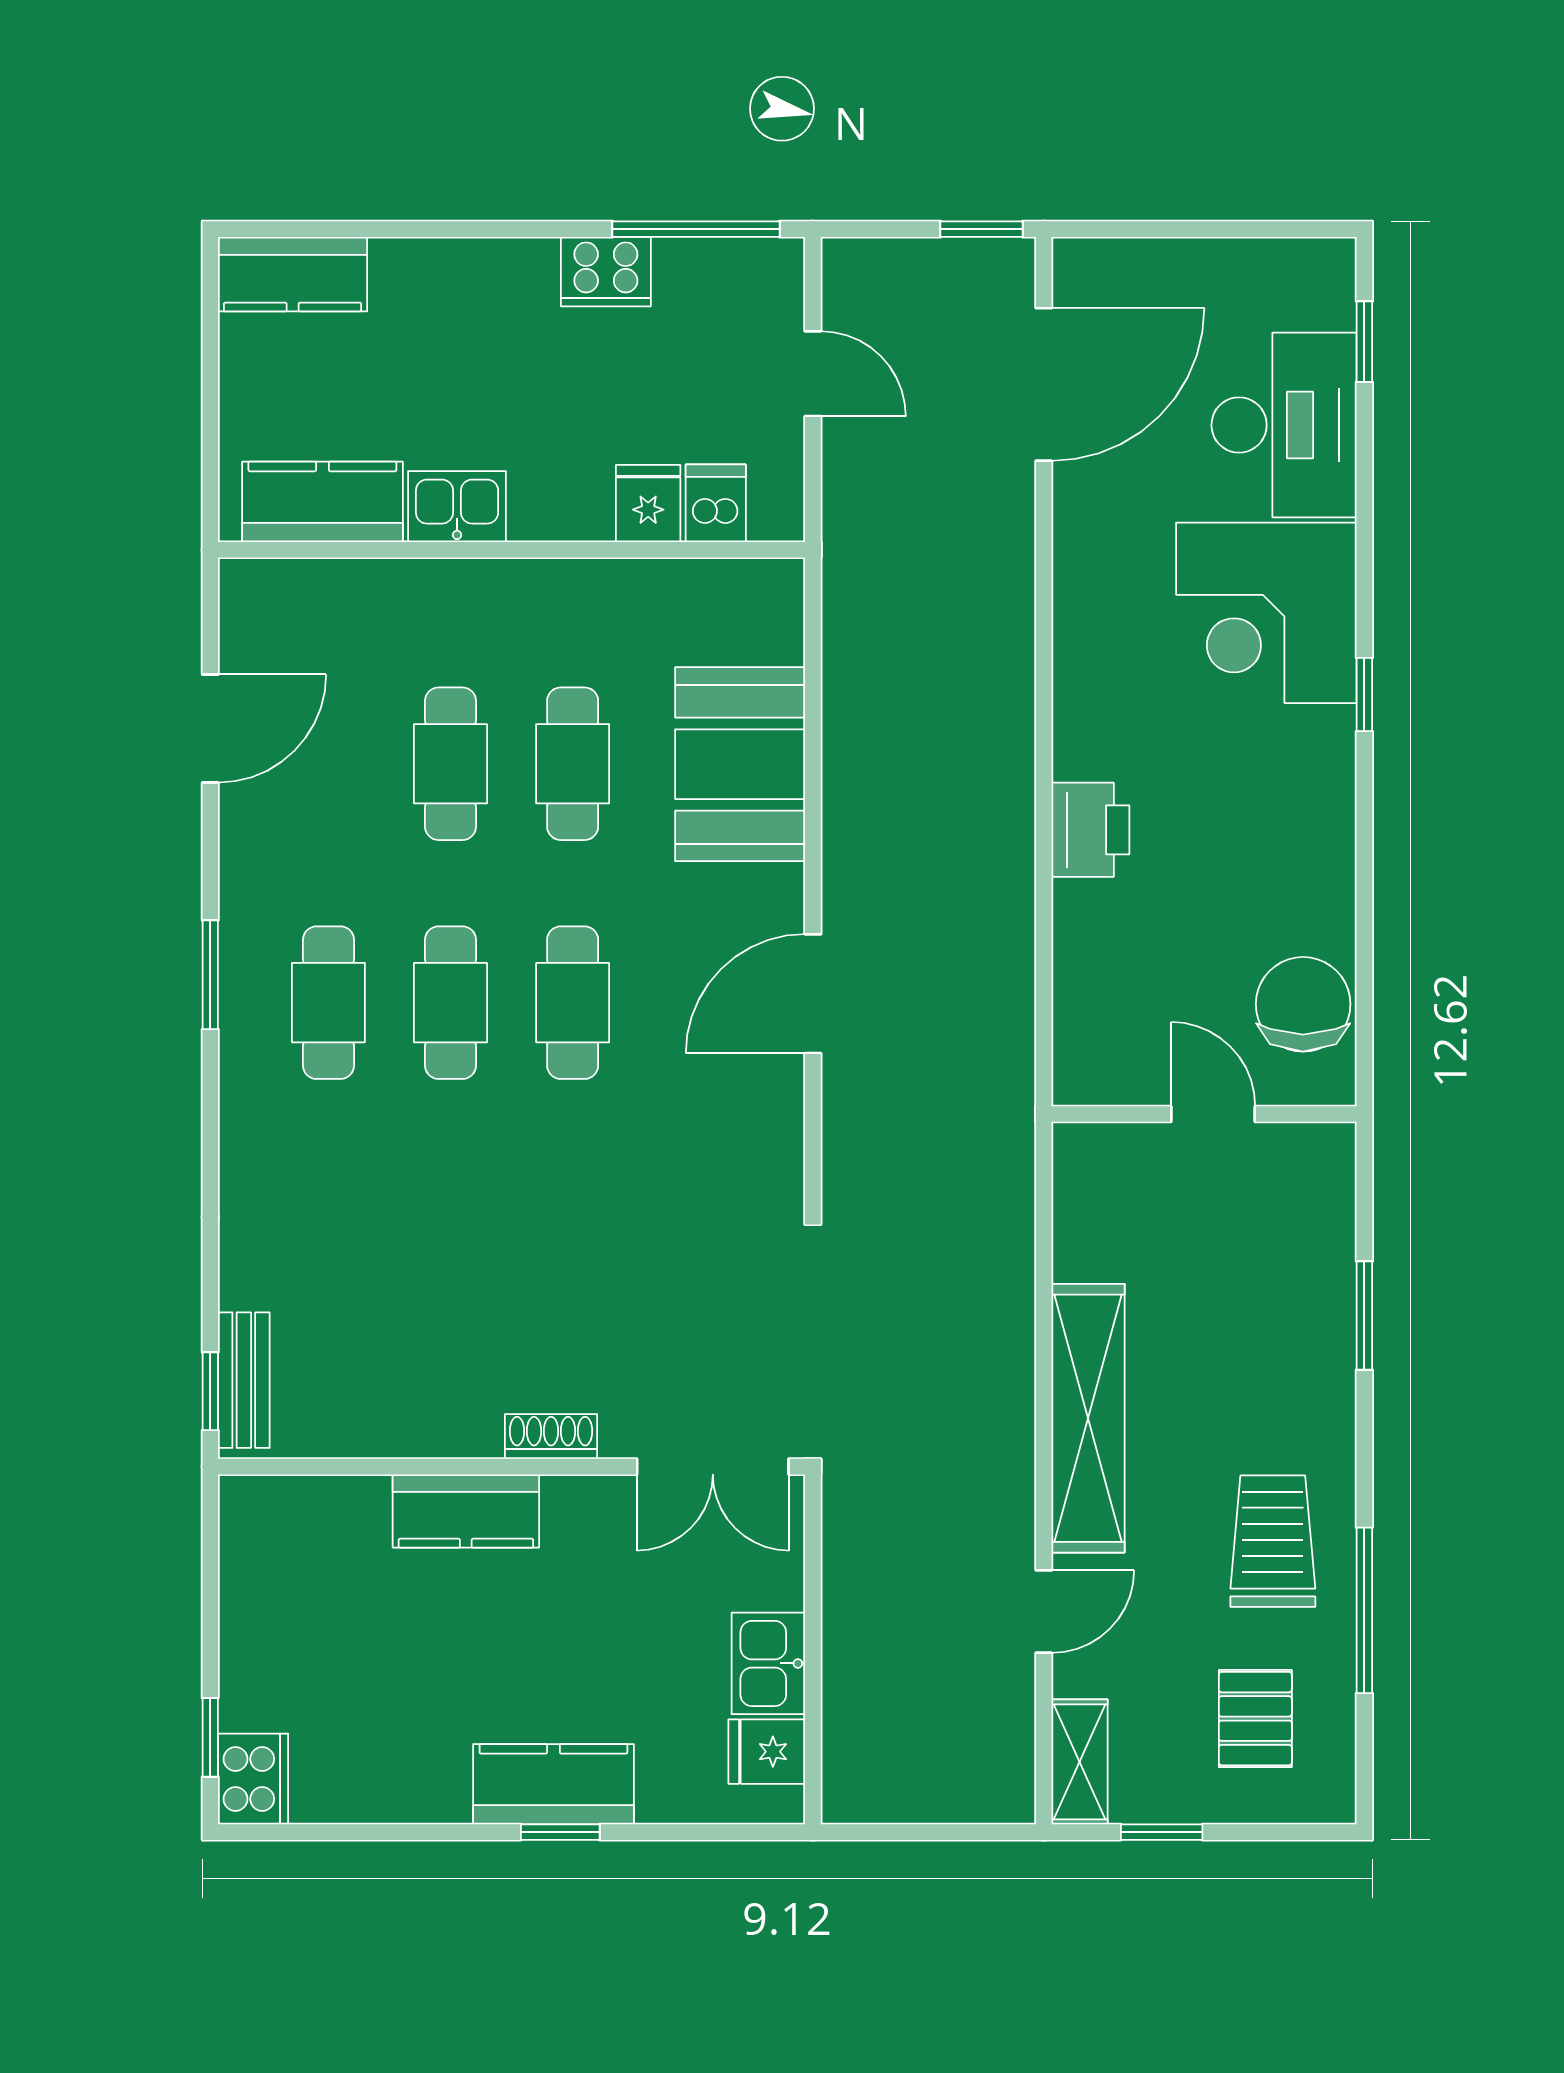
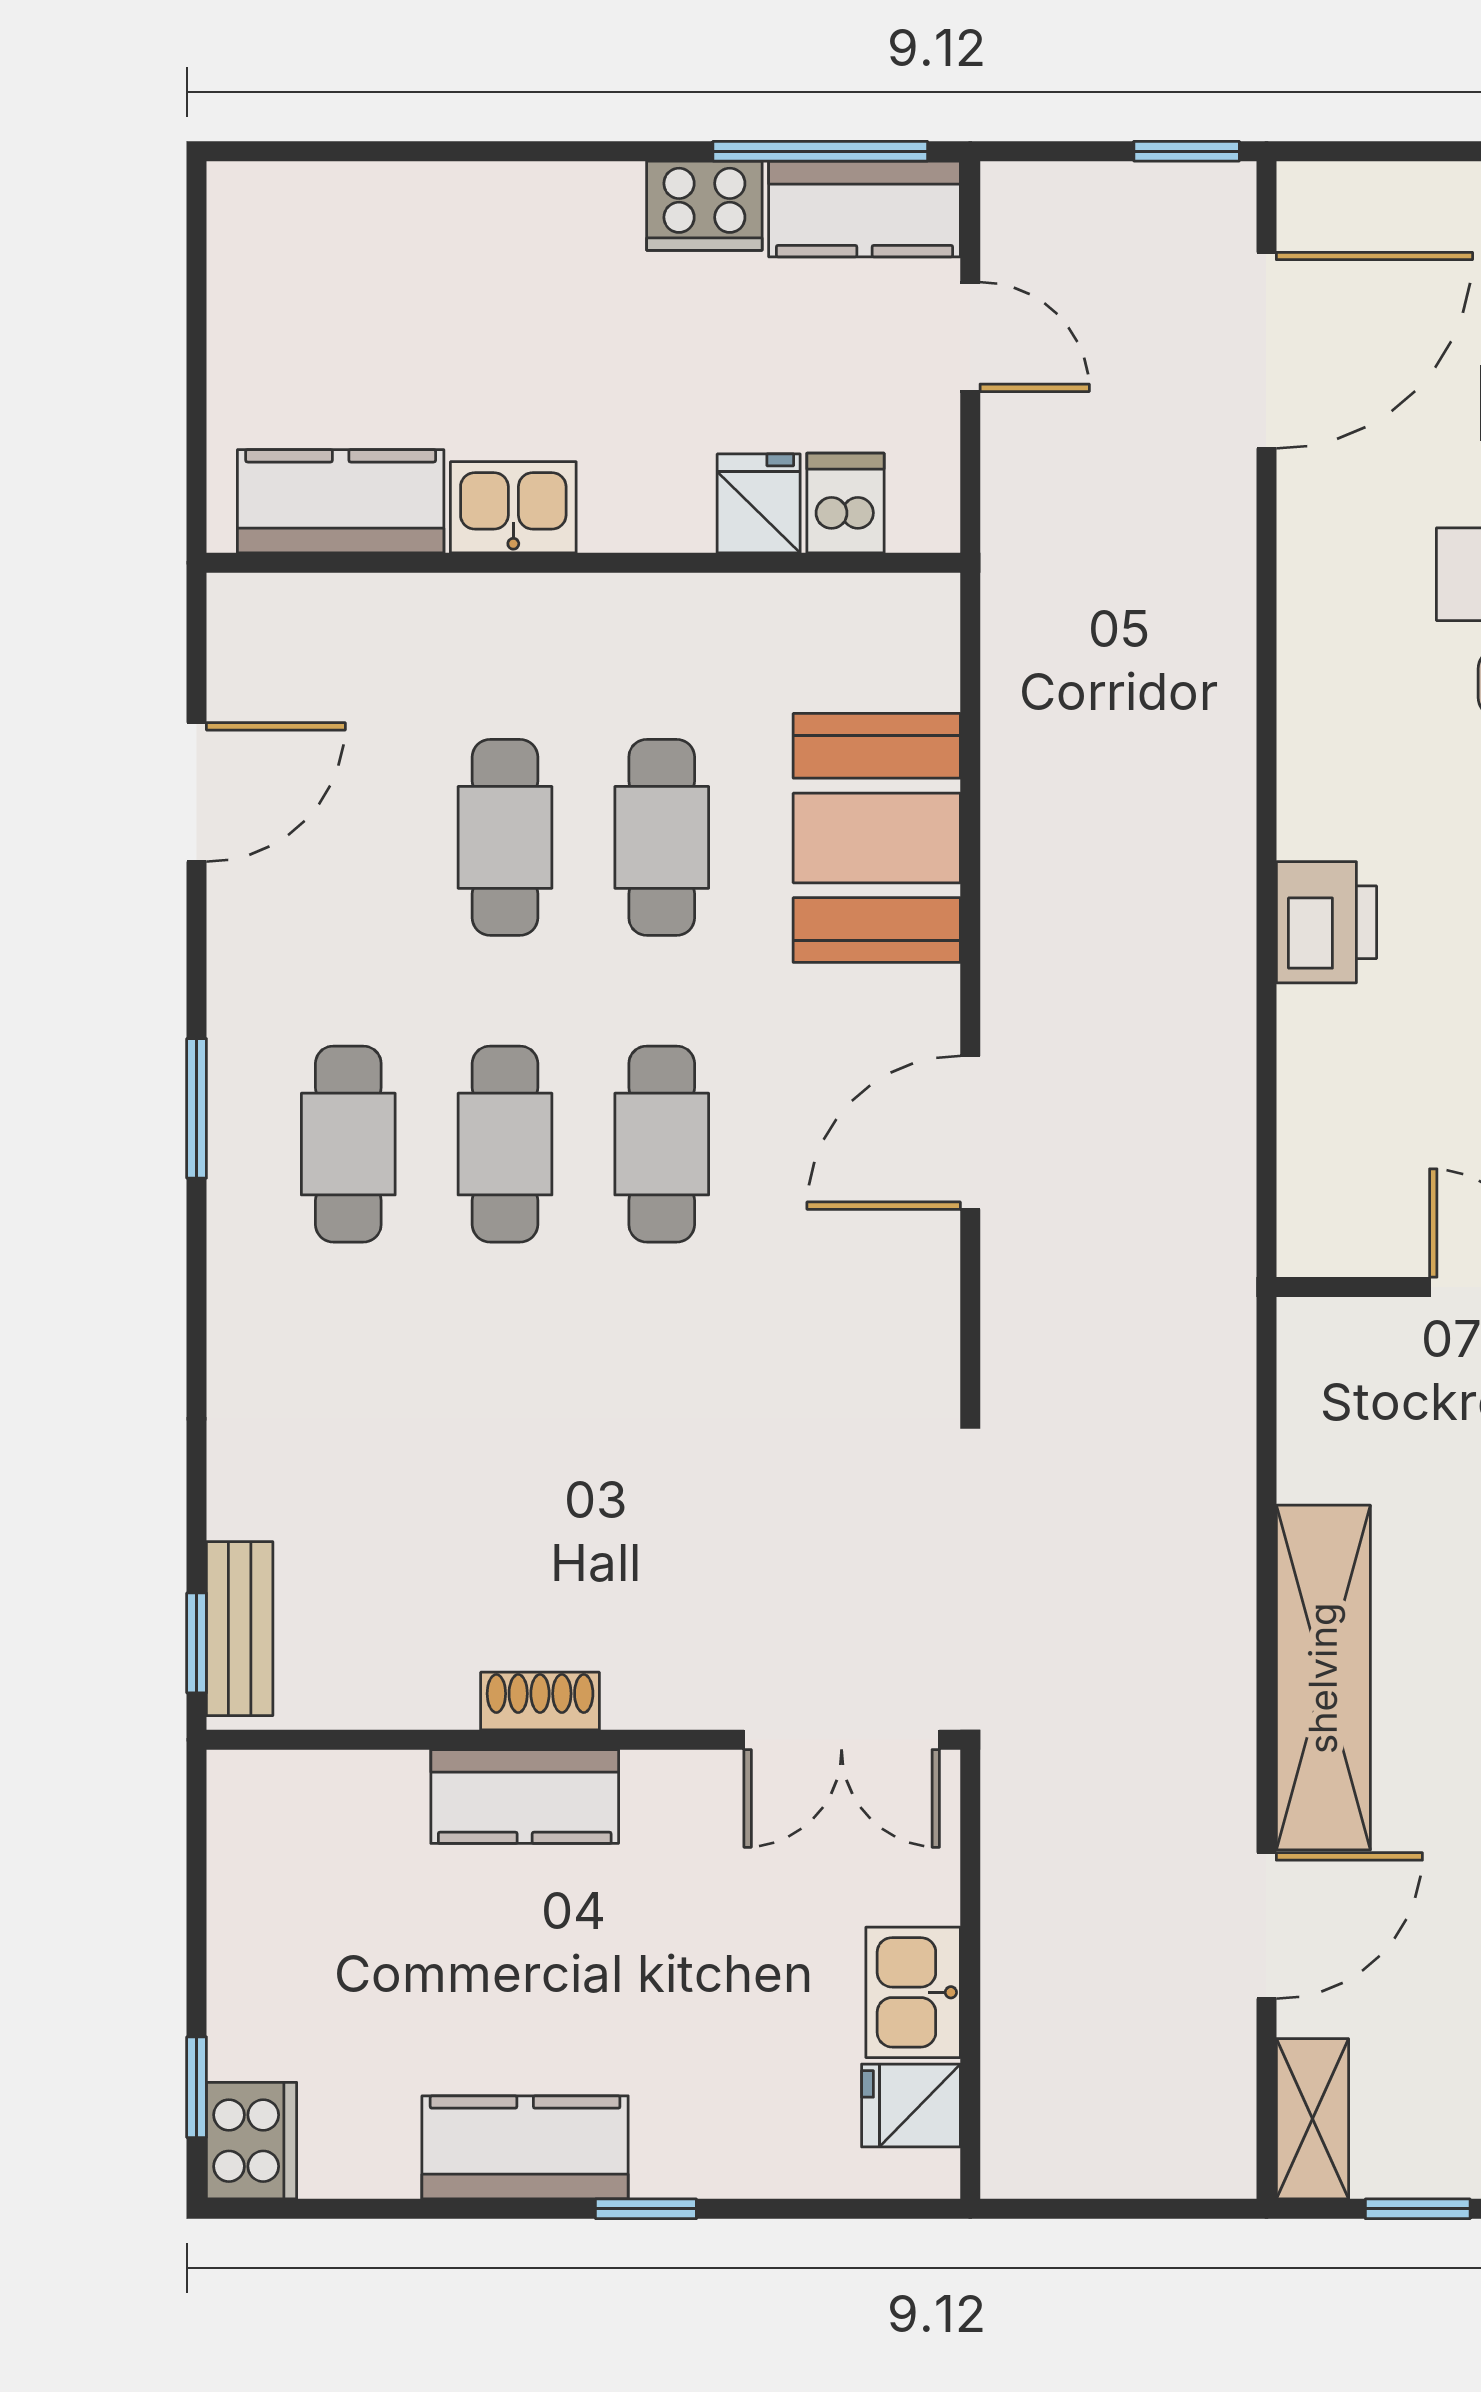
kitchen counter: (293, 274) -> (864, 209), moved
shoe rack: (551, 1437) -> (540, 1701), moved
door: (1044, 1612) -> (1266, 1926), width x1.37
kitchen counter: (553, 1784) -> (525, 2147), moved

